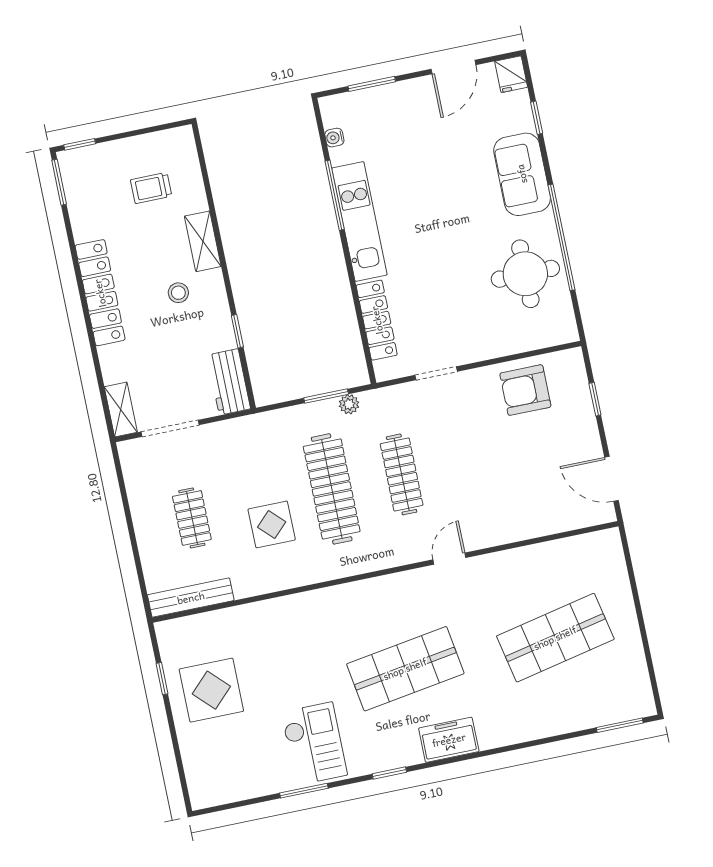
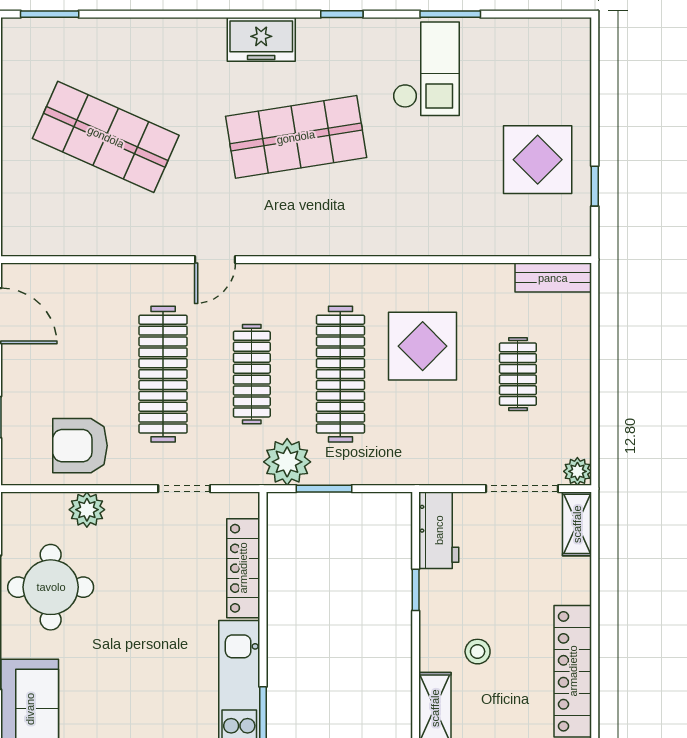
plant: (509, 341) -> (87, 510), added
armchair: (525, 390) -> (80, 446), turned 180
plant: (349, 404) -> (287, 462), width x1.88, depth x1.88
plant: (129, 451) -> (577, 471), added
clothes rail: (472, 460) -> (163, 374), added
display table: (272, 524) -> (423, 346), width x1.36, depth x1.36
bench: (191, 598) -> (553, 278), width x0.73
shop shelf: (555, 638) -> (106, 137), turned 36
checkout: (314, 744) -> (426, 69), turned 180

